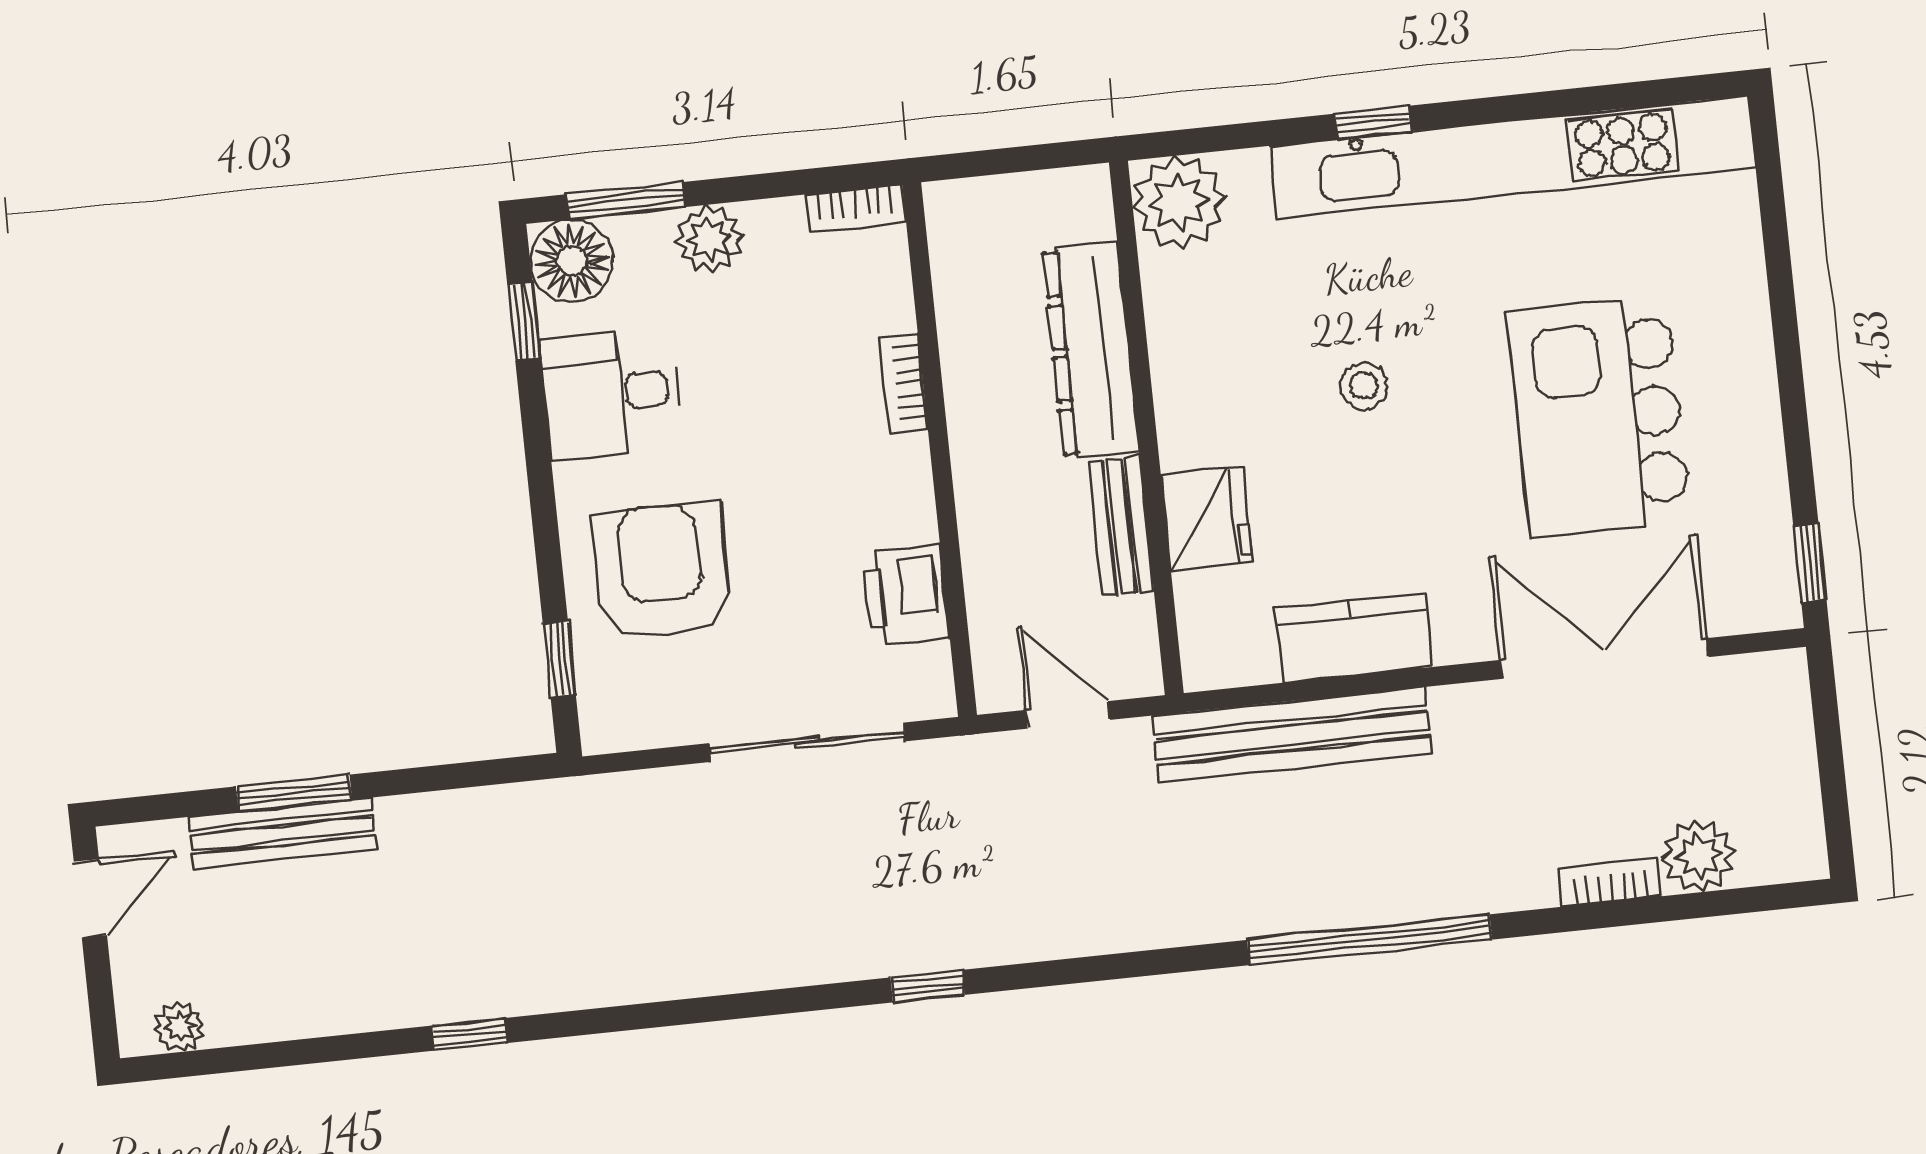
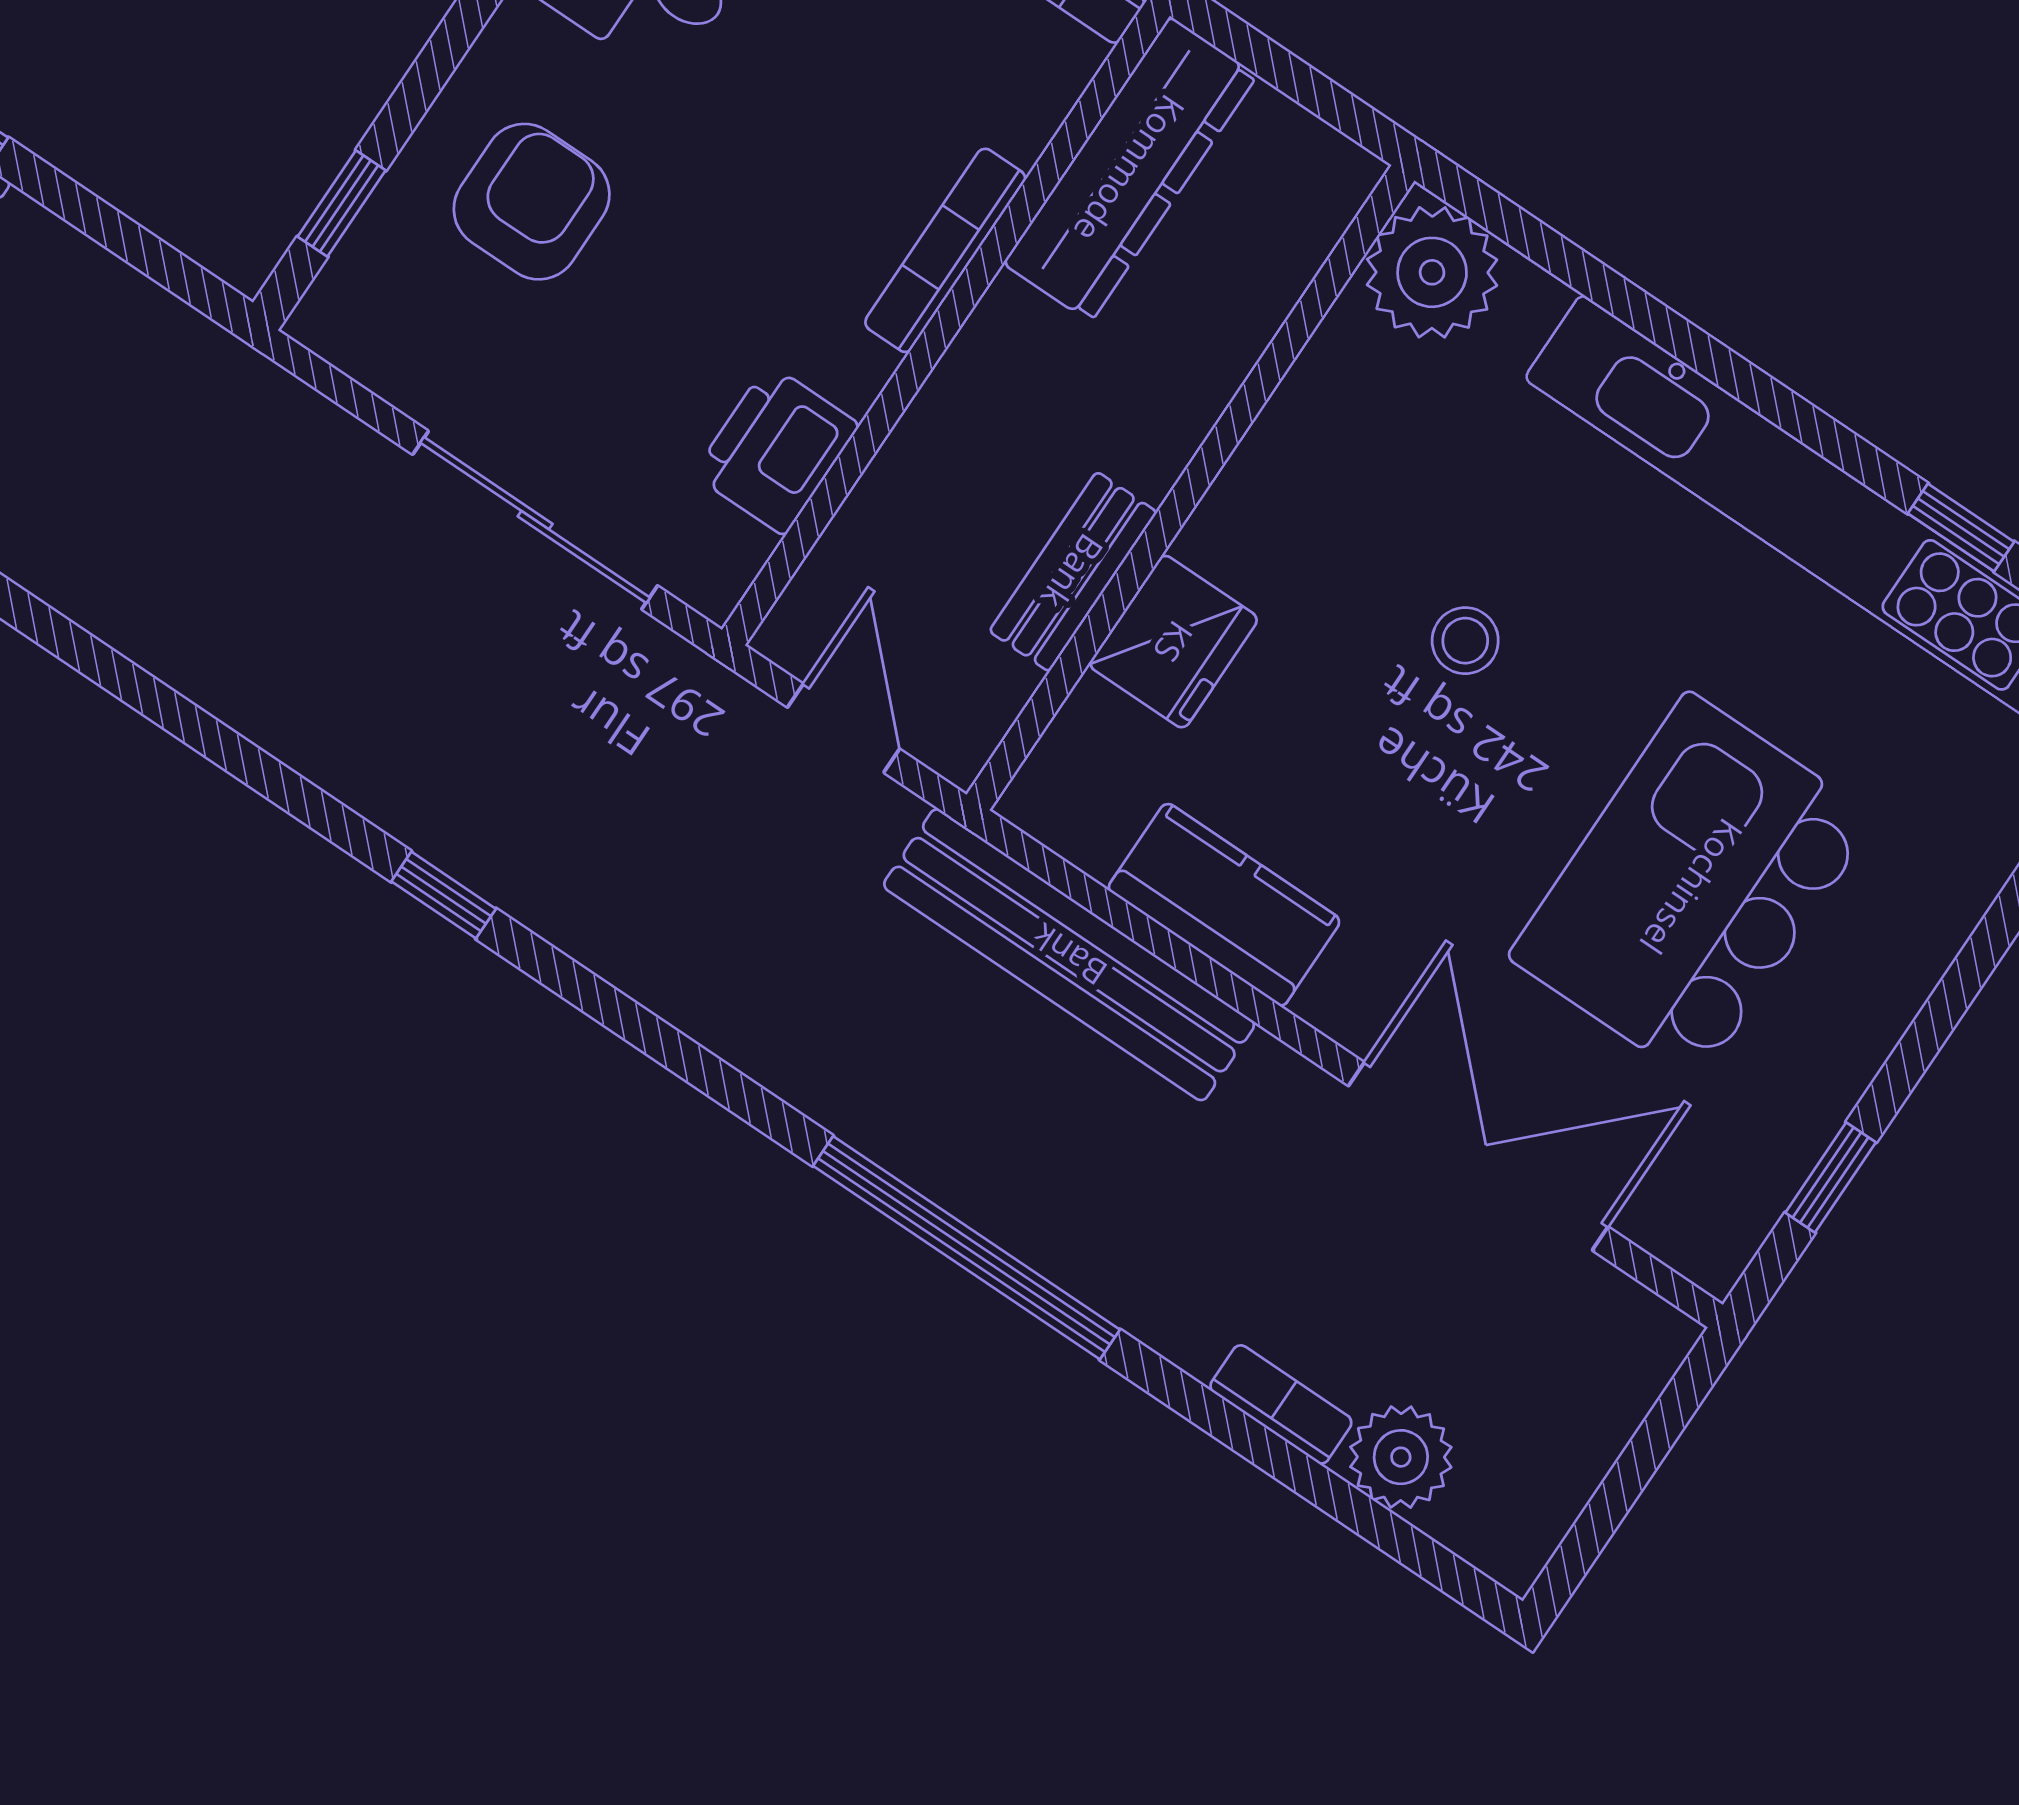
window: (1373, 122) -> (1961, 528), moved
dresser: (1091, 350) -> (1130, 169), moved, turned 180
bookcase: (903, 384) -> (945, 250), width x1.56
window: (1810, 563) -> (1831, 1177), moved
armchair: (661, 572) -> (532, 202), width x0.73, depth x0.73

